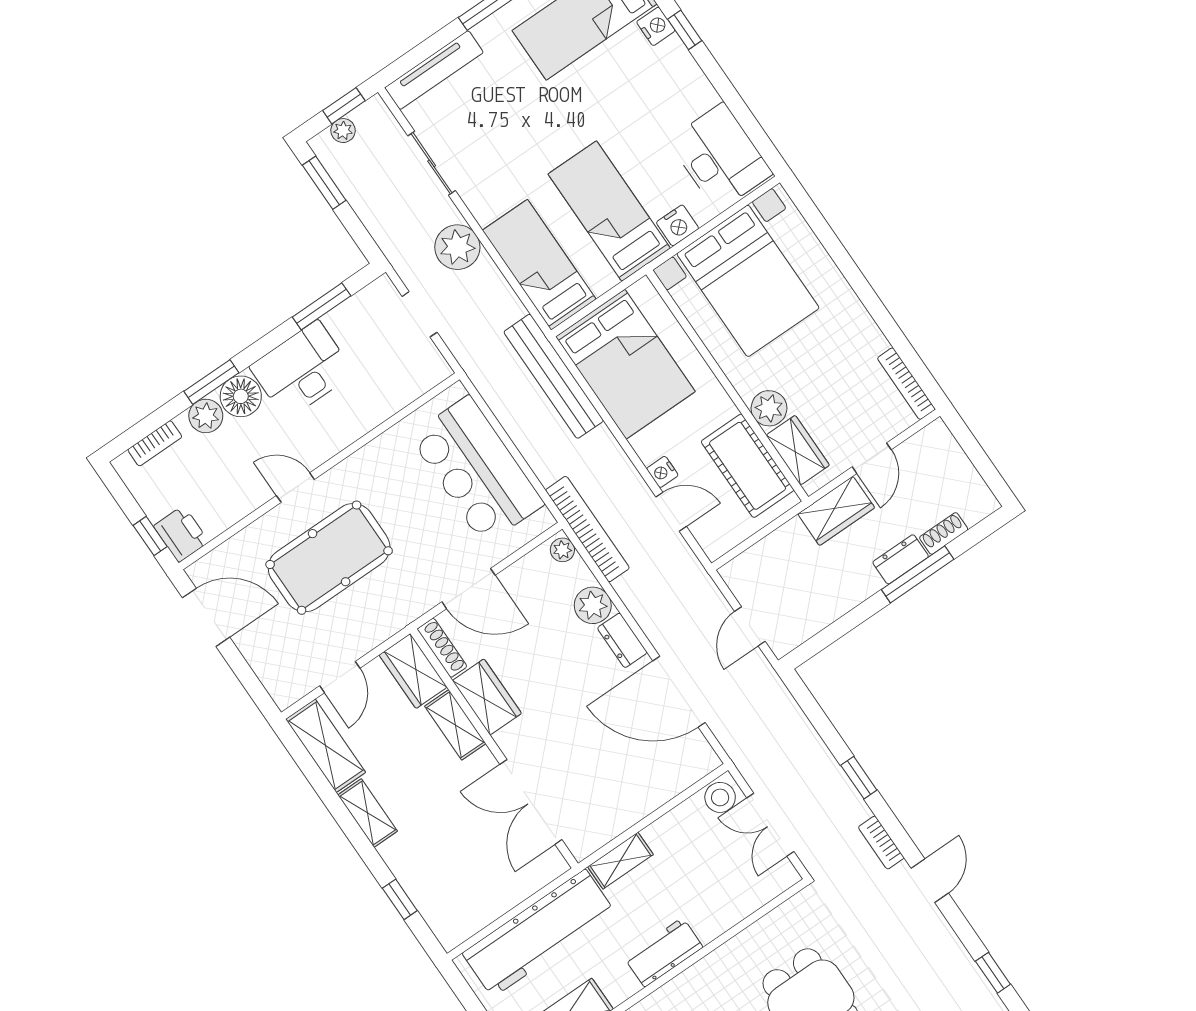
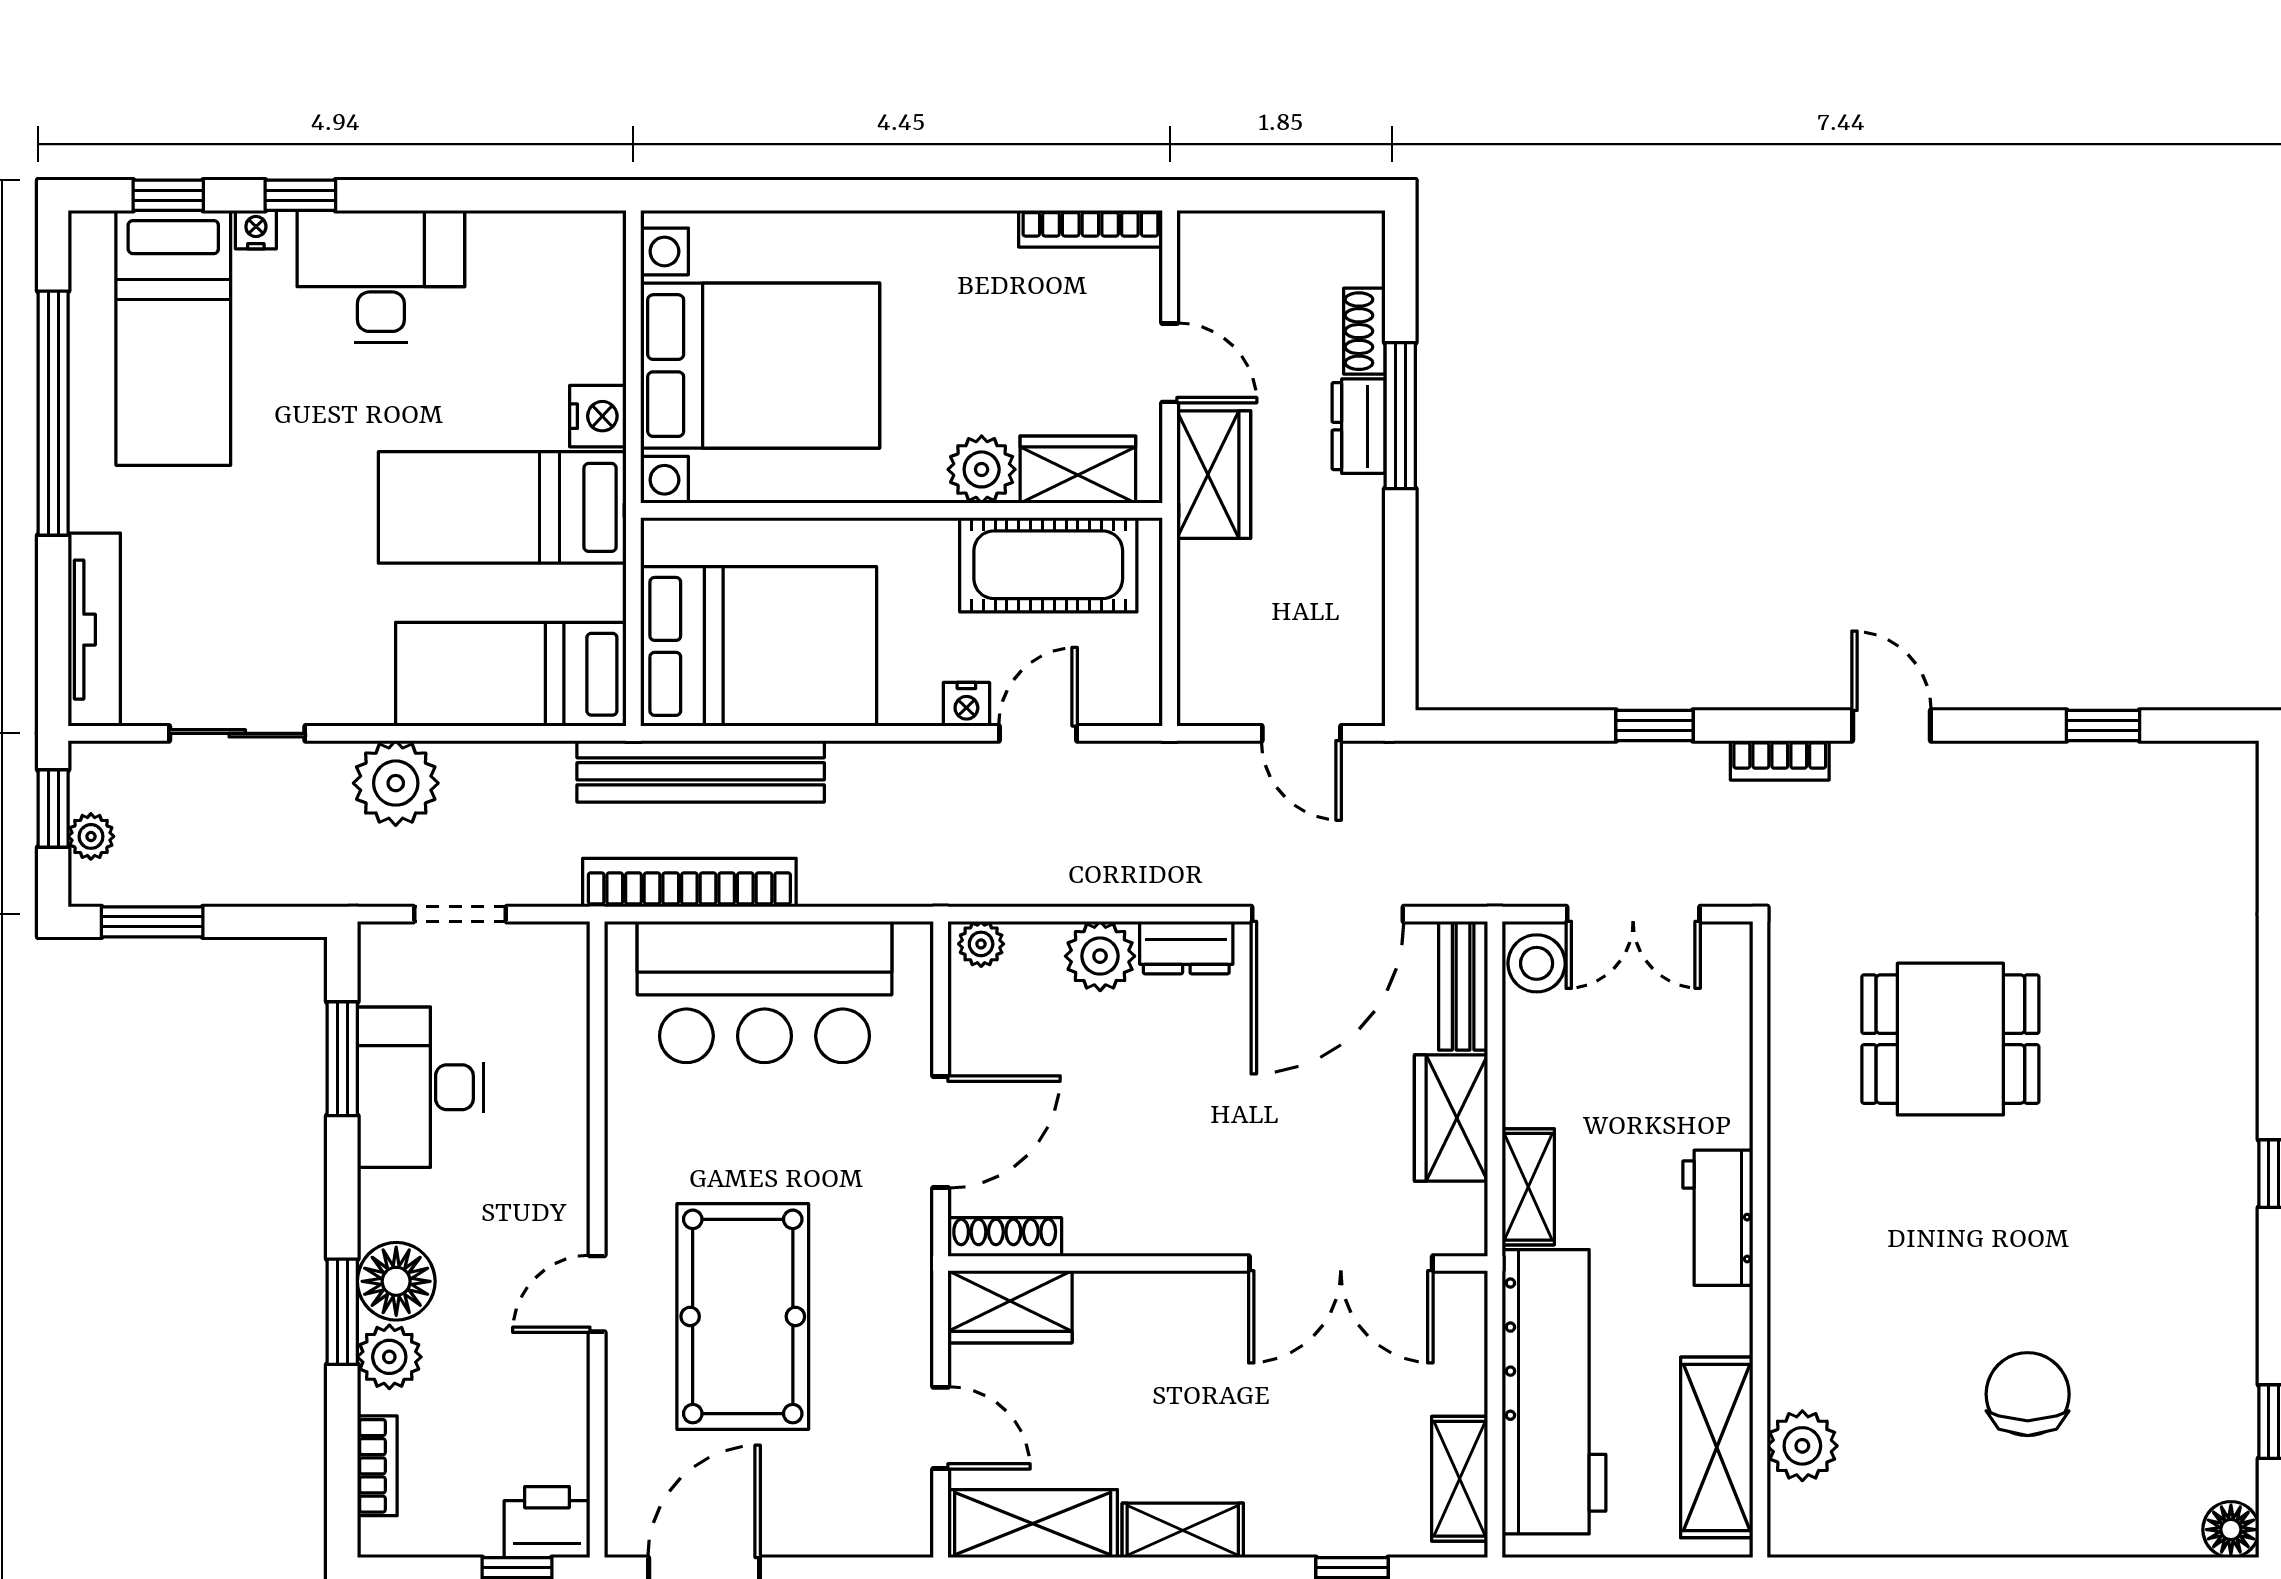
nightstand: (656, 26) -> (256, 230), width x0.72, depth x0.74
desk: (720, 157) -> (381, 276), moved
desk: (302, 370) -> (420, 1087), moved
bookcase: (587, 529) -> (689, 883), moved
wardrobe: (487, 697) -> (1451, 1118), moved, turned -90
shelving: (455, 725) -> (1460, 1479), moved, turned 90
bench: (688, 772) -> (1463, 986), added

